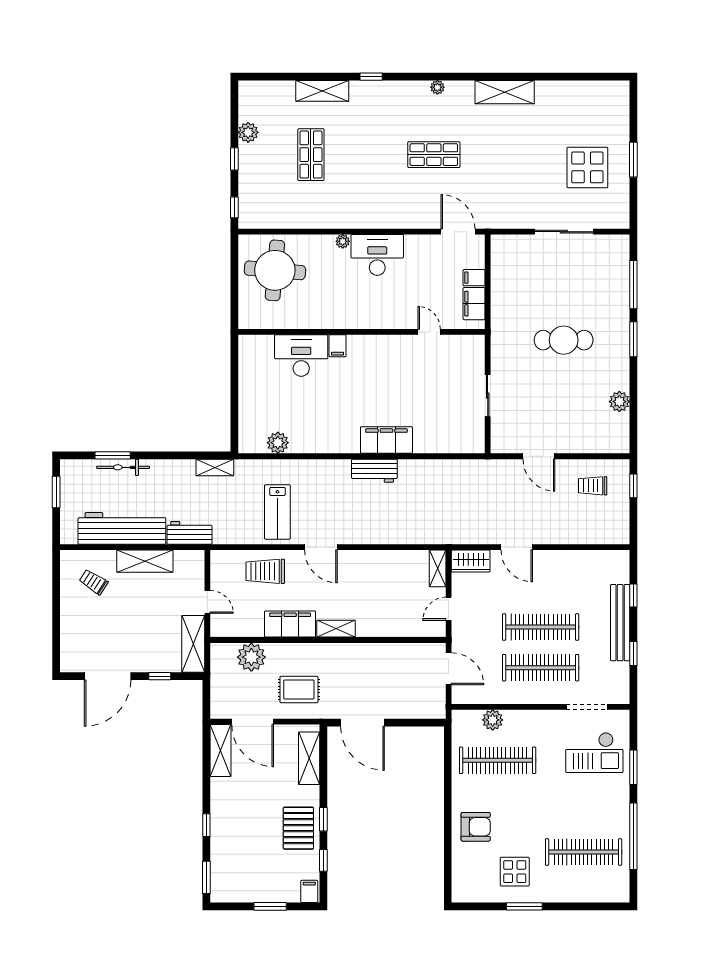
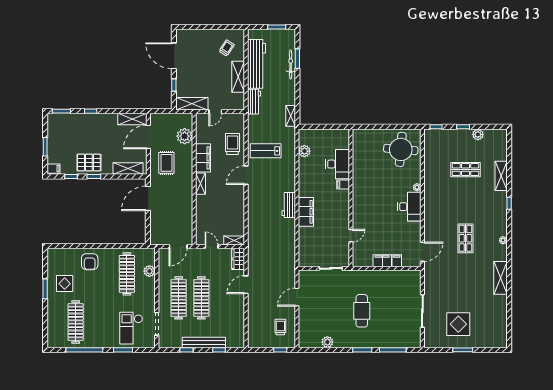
wall: (361, 332) -> (351, 198), moved
door: (429, 332) -> (351, 236), moved
filing cabinet: (338, 346) -> (343, 184), moved
desk: (301, 356) -> (338, 164), moved

